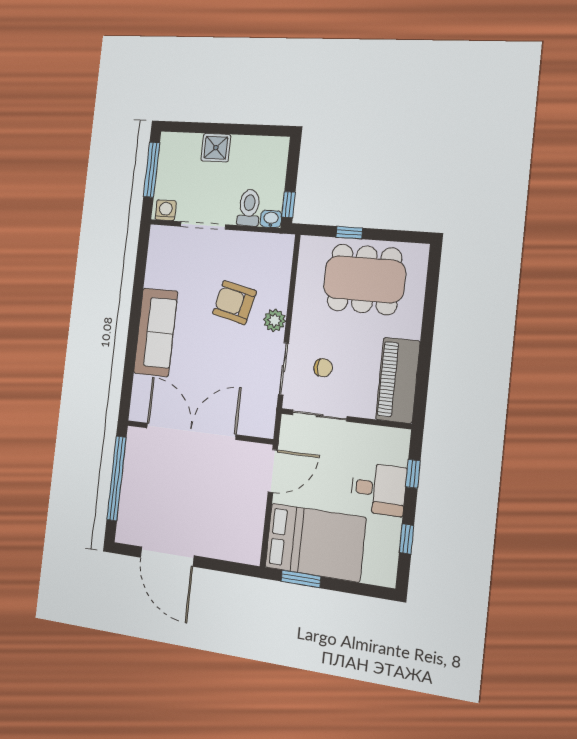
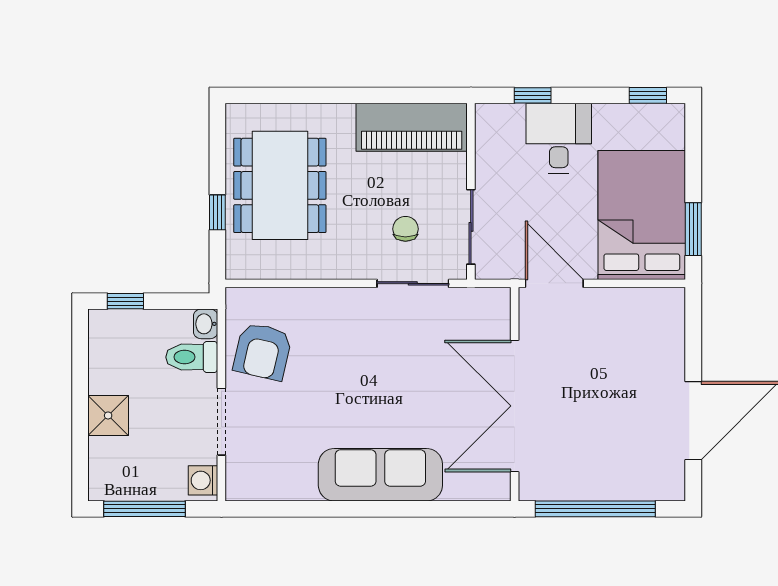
window: (288, 205) -> (125, 301), moved
armchair: (234, 302) -> (263, 351), moved
plant: (275, 320) -> (347, 303), removed
window: (406, 539) -> (648, 95), moved

